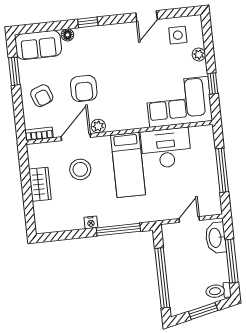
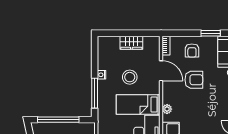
armchair: (84, 88) -> (194, 80), turned 180
armchair: (42, 96) -> (192, 50), turned -69
plant: (98, 126) -> (167, 109), moved
stool: (80, 169) -> (130, 77), moved

